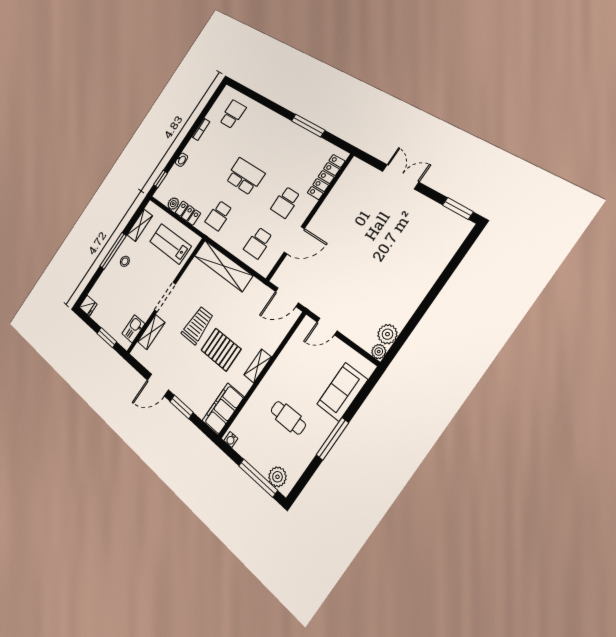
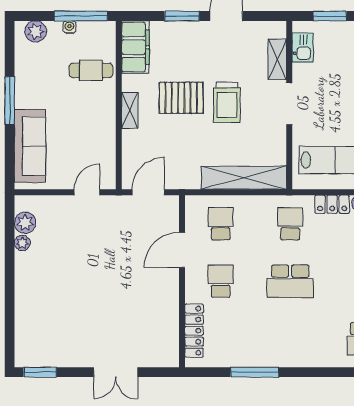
plant: (379, 352) -> (22, 243), moved
sofa: (342, 392) -> (30, 146), width x1.36
cafe table: (288, 418) -> (91, 70), moved
water cooler: (231, 440) -> (69, 27), moved
window: (258, 478) -> (81, 16), moved

